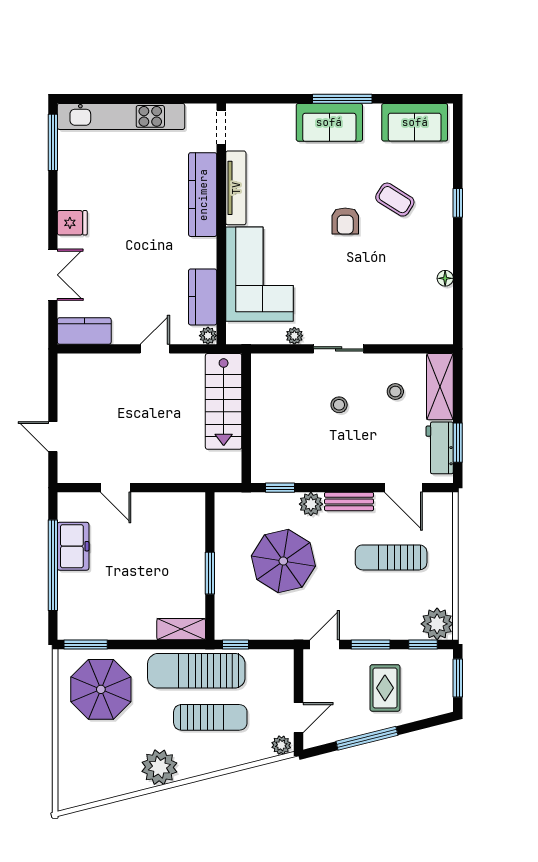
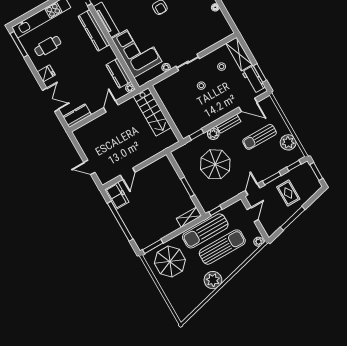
cafe table: (103, 175) -> (48, 46), added
door: (116, 488) -> (128, 174), hinge flipped
freezer: (73, 546) -> (117, 196), moved
plant: (437, 624) -> (288, 142), moved
sun lounger: (210, 717) -> (222, 247), width x1.36, depth x1.34
door: (299, 718) -> (253, 215), moved

